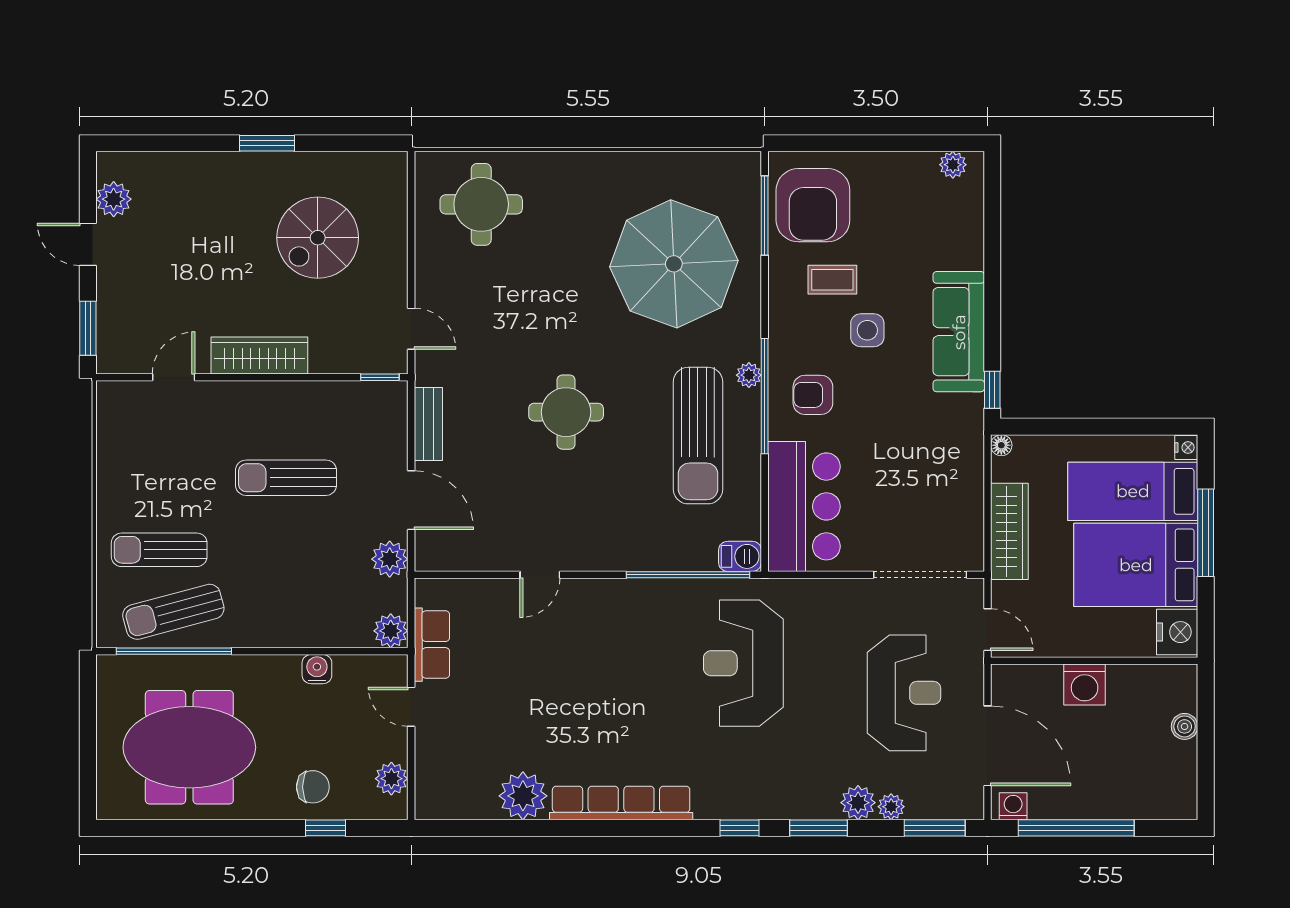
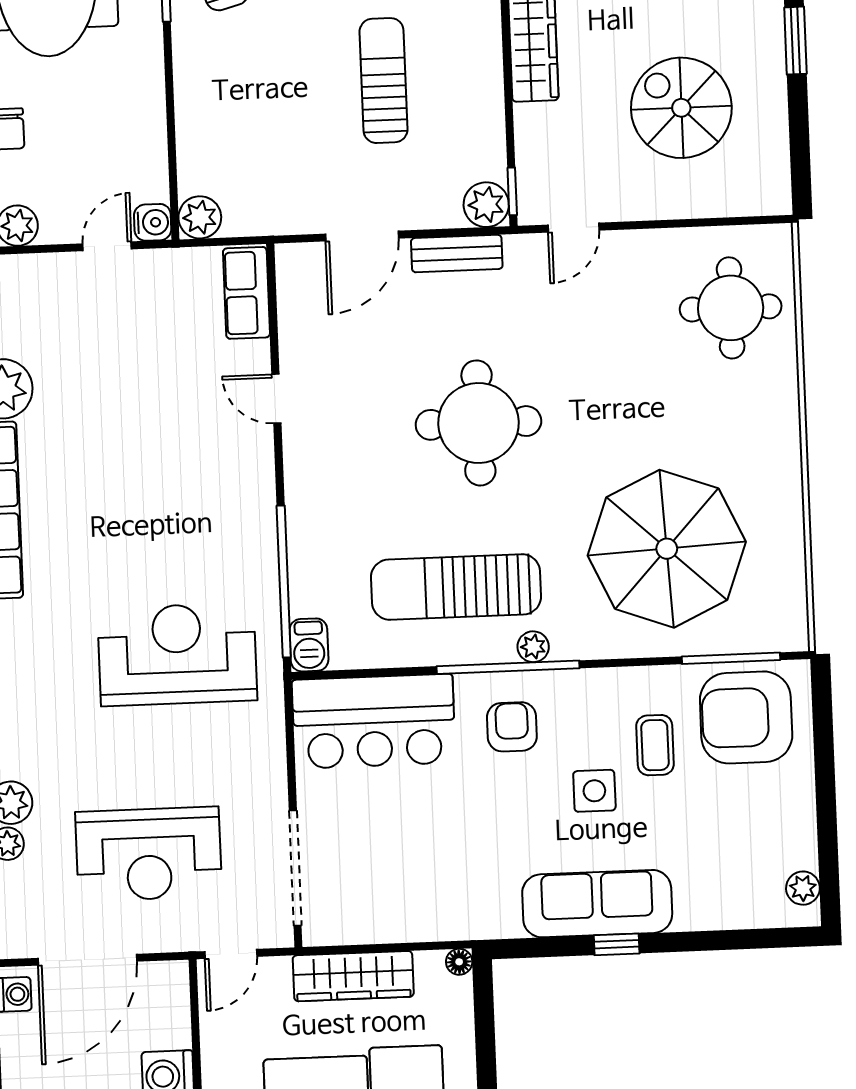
window: (992, 390) -> (617, 944), moved
round table: (566, 412) -> (478, 423), width x1.36, depth x1.36
plant: (390, 559) -> (486, 205), moved
row of seats: (432, 645) -> (246, 293), moved, turned 90
water cooler: (317, 669) -> (153, 222), moved

